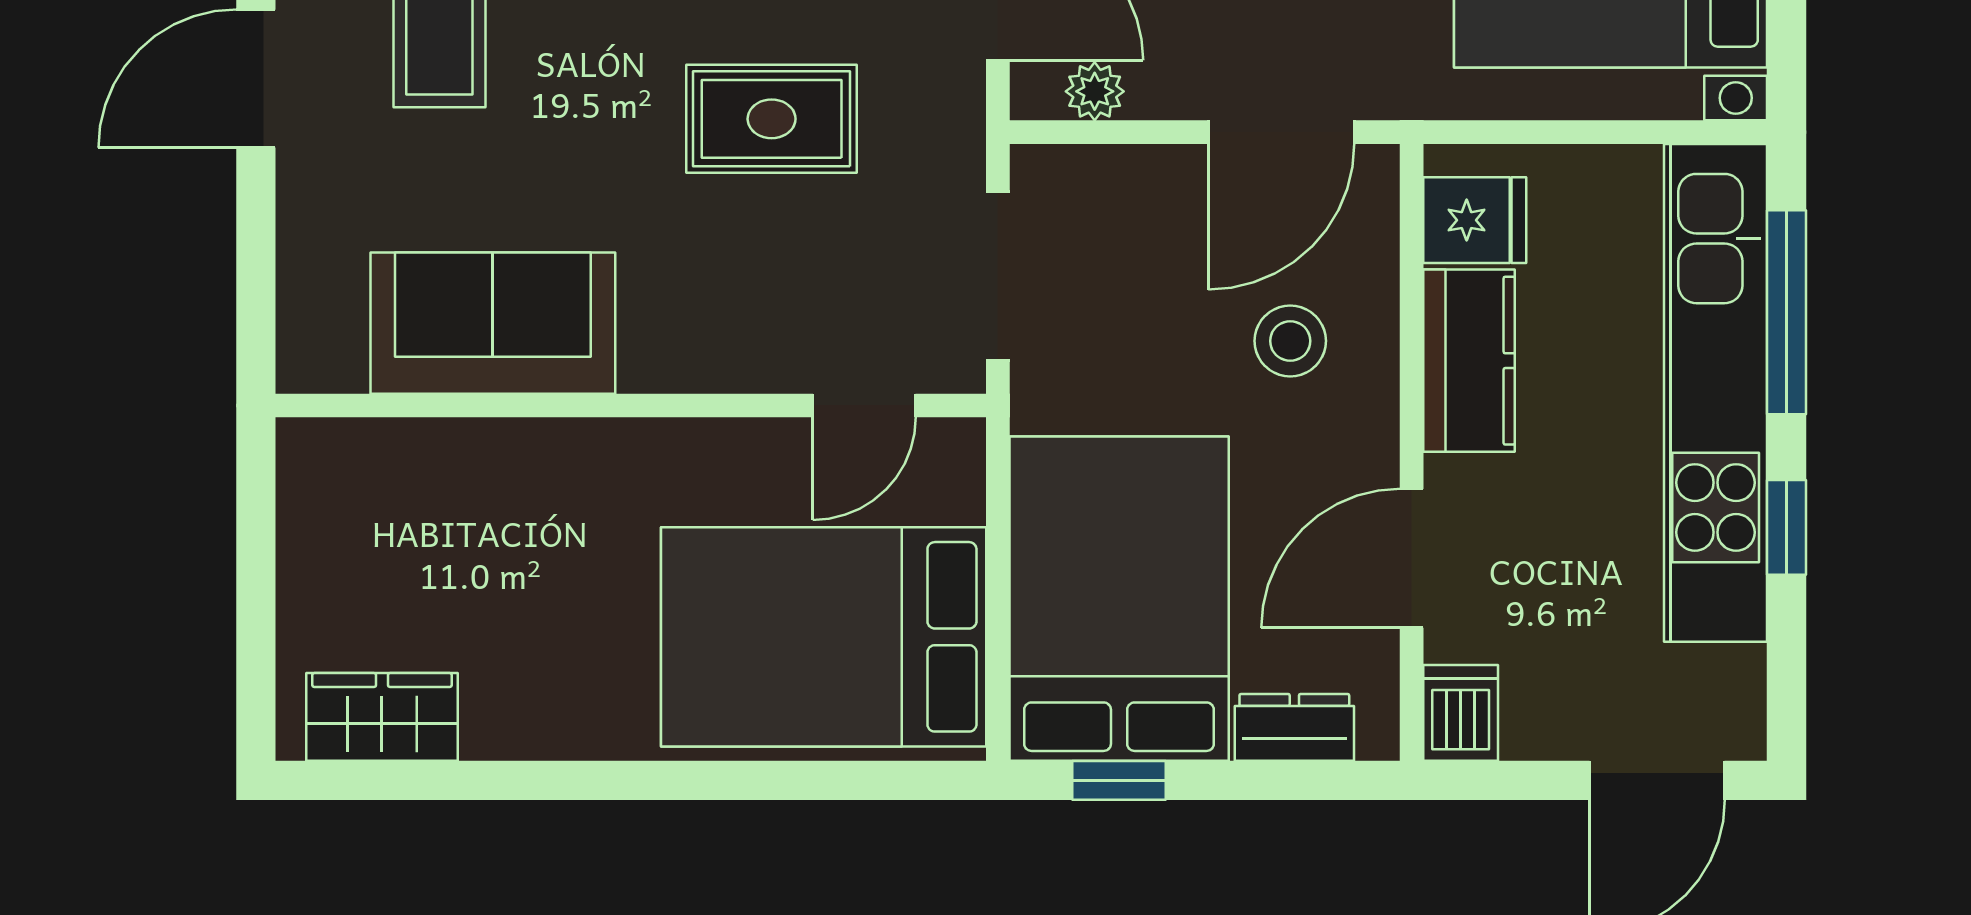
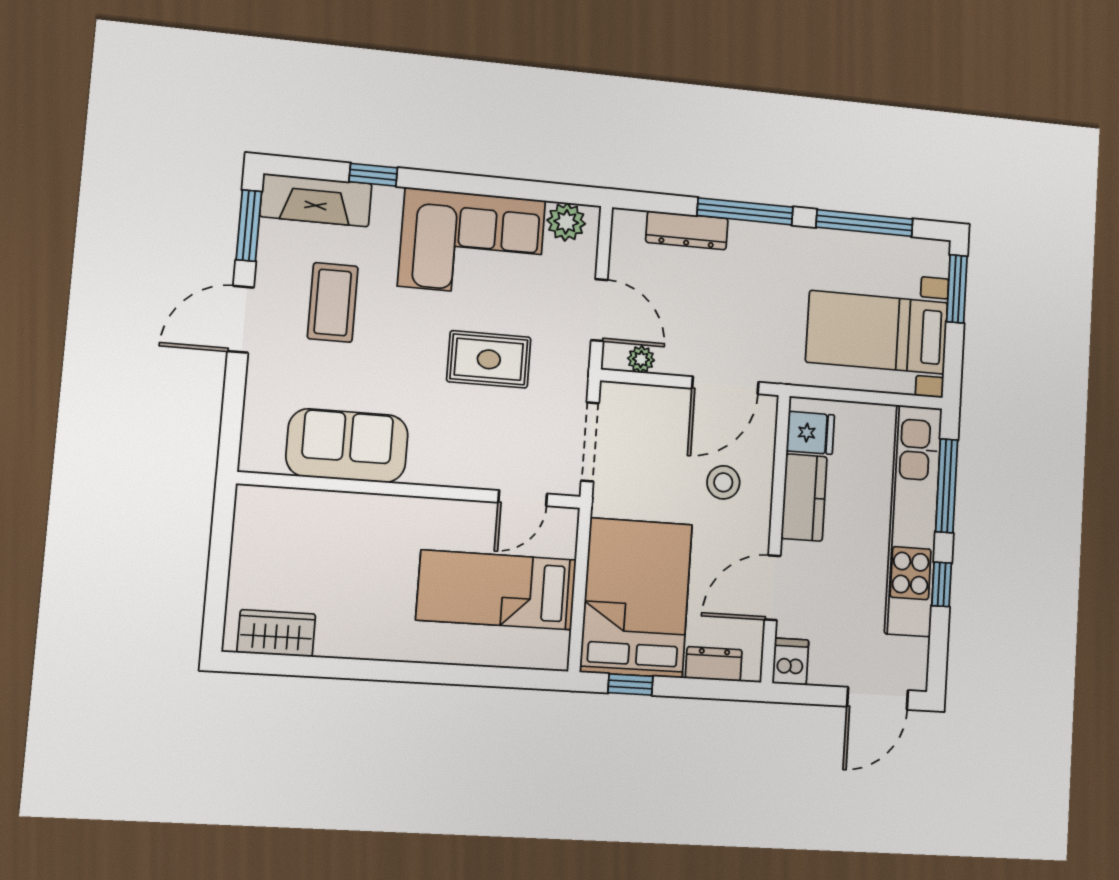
bed: (824, 637) -> (496, 590), width x0.67

